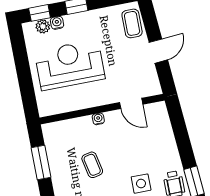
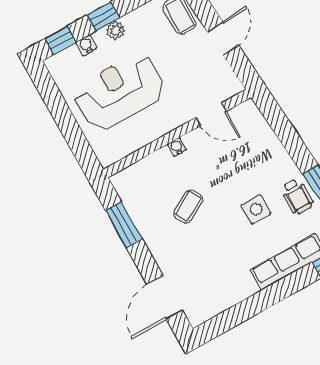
plant: (43, 26) -> (115, 30), moved
coffee table: (92, 165) -> (188, 206), turned 73

